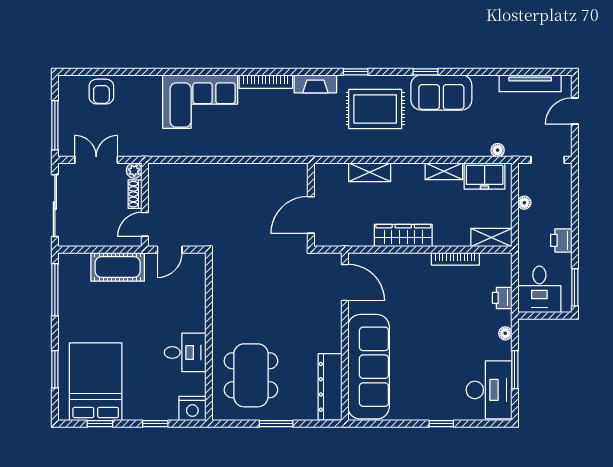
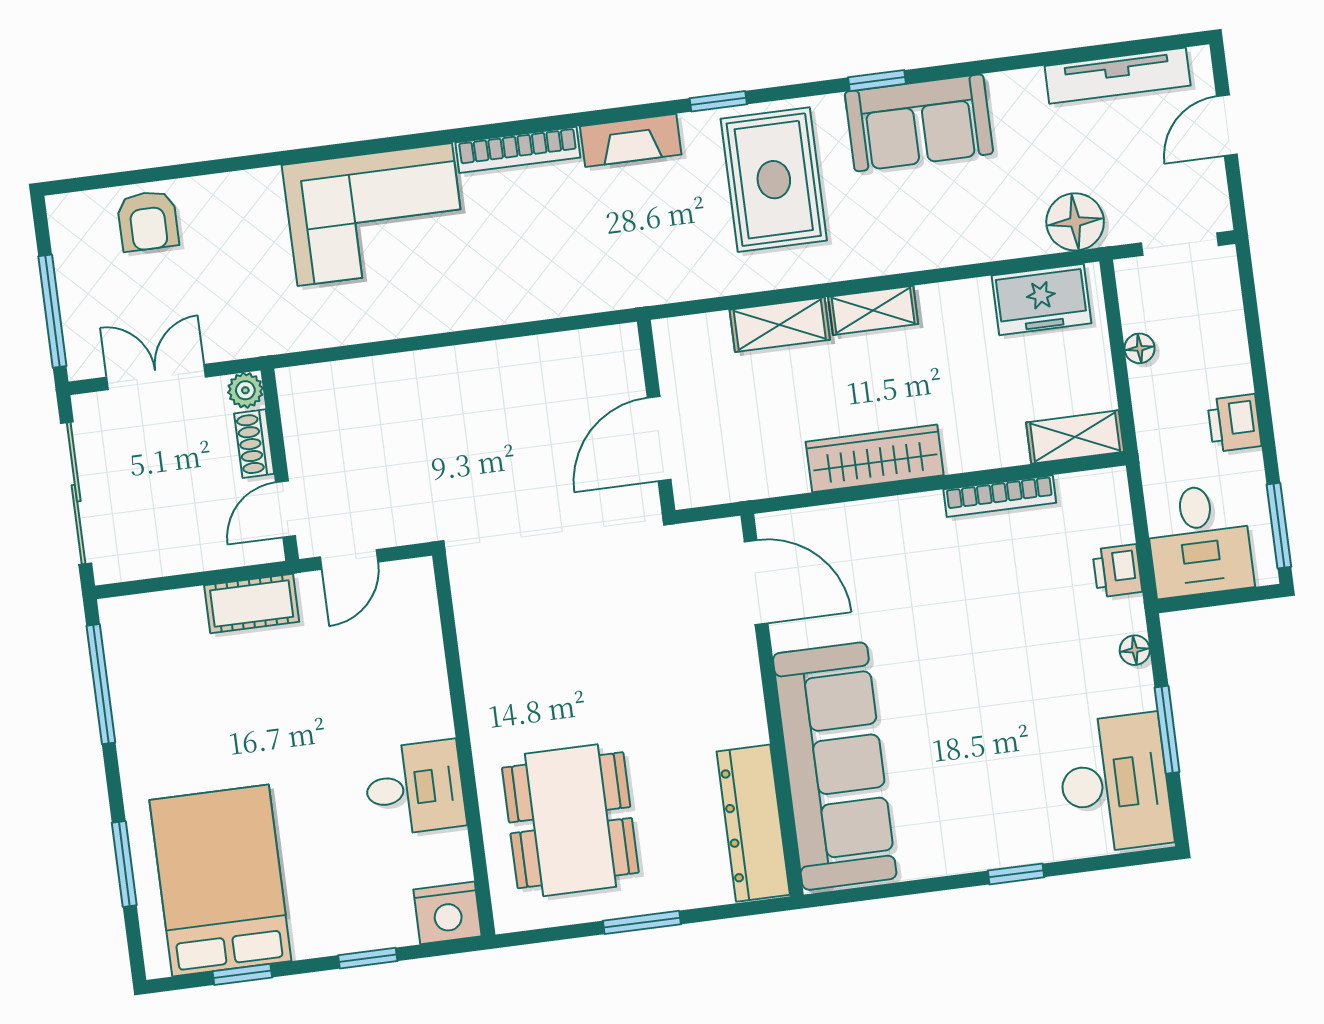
rug: (375, 109) -> (774, 180), turned 90
floor lamp: (498, 150) -> (1075, 222), width x1.89, depth x1.89
shelving: (444, 171) -> (873, 310), moved
cot: (118, 267) -> (252, 604), width x0.73, depth x0.75

